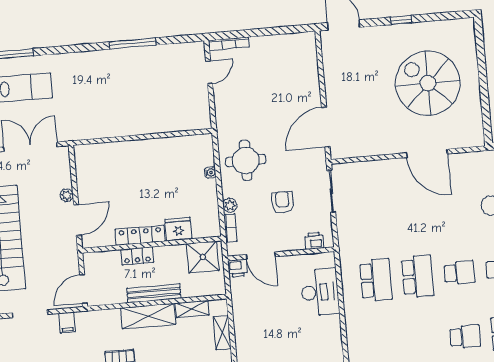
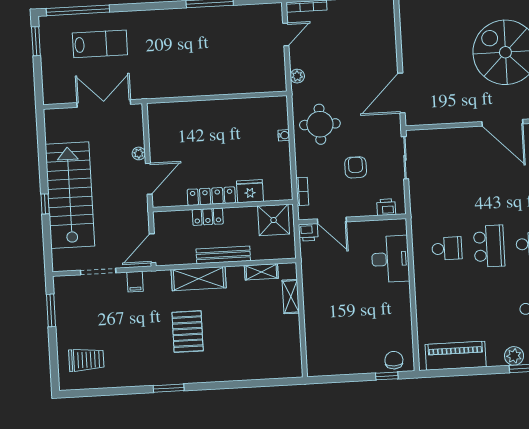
plant: (230, 205) -> (297, 76), moved
school desk: (376, 280) -> (447, 249), width x0.54
shelving: (148, 316) -> (199, 279), moved

